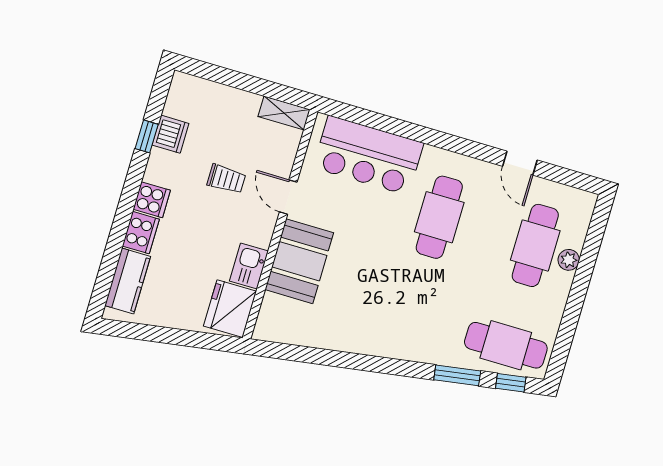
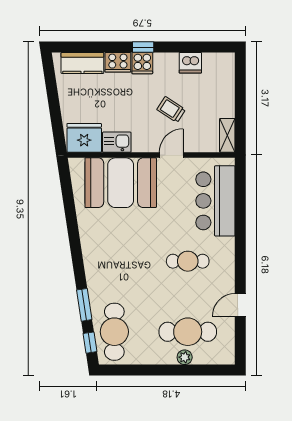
window: (147, 136) -> (143, 47), moved
trolley: (226, 179) -> (171, 110), turned 123
cafe table: (439, 217) -> (188, 261), width x0.73, depth x0.74
booth: (299, 261) -> (121, 183), width x1.36, depth x1.42

